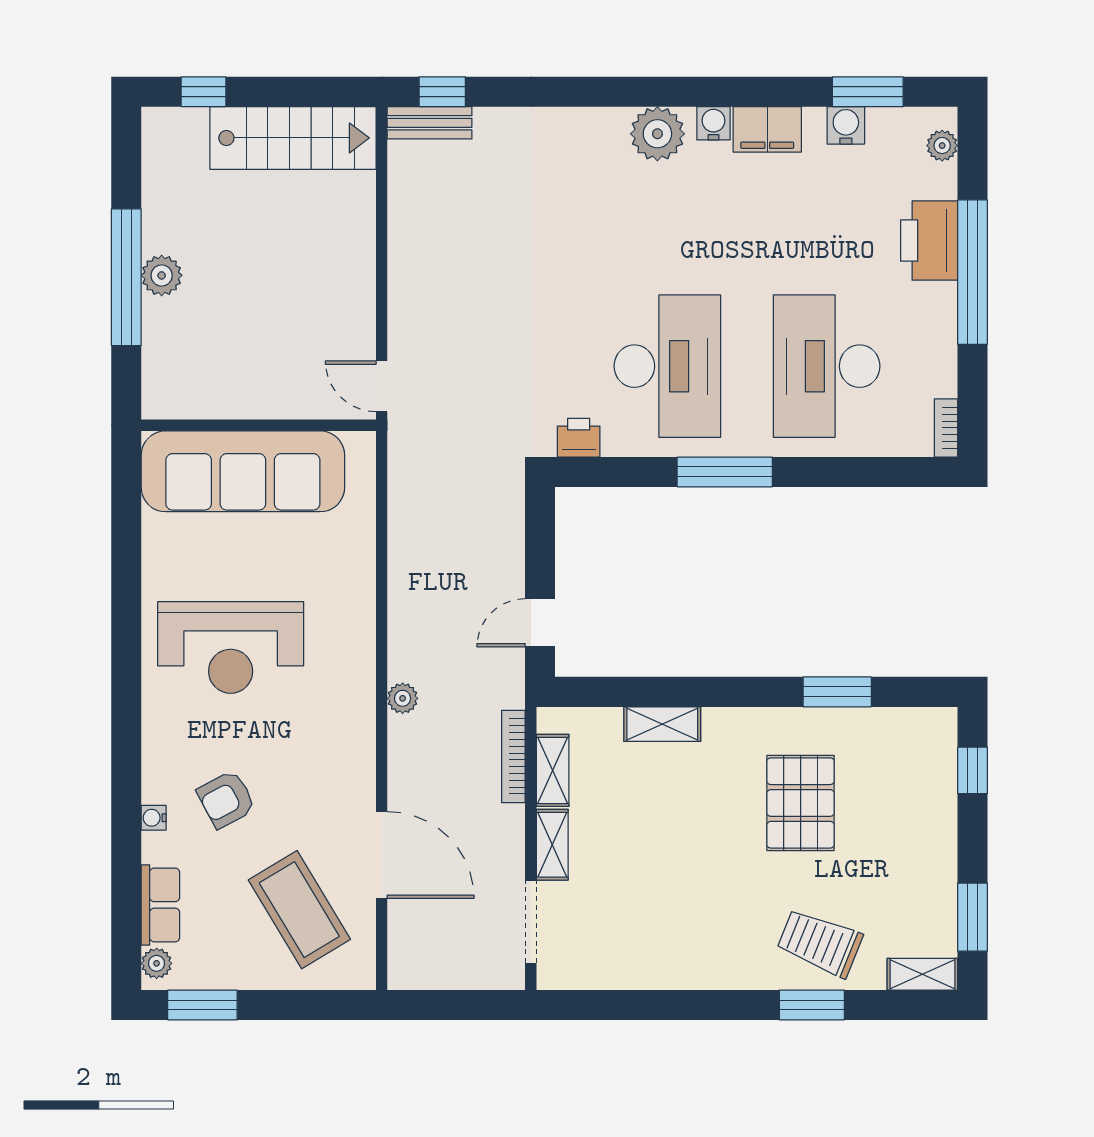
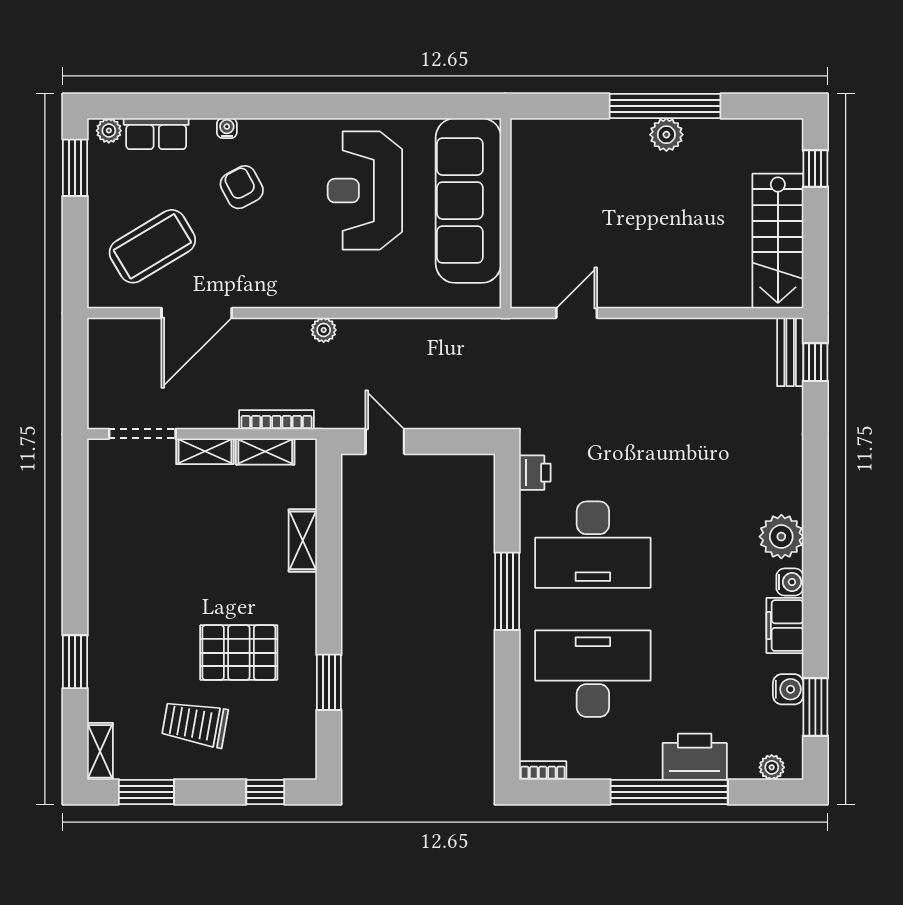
wall: (259, 425) -> (506, 213), moved
sofa: (243, 471) -> (468, 201), moved
trolley: (820, 943) -> (195, 724), moved, turned -102

